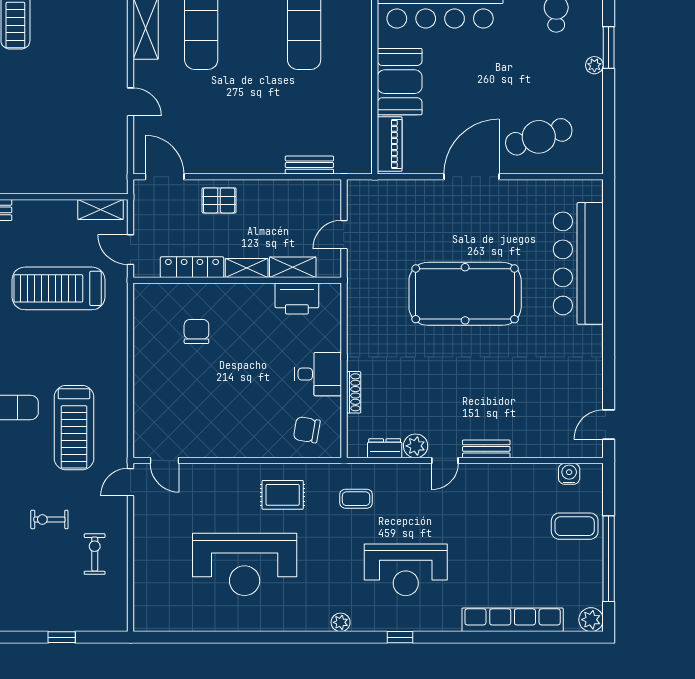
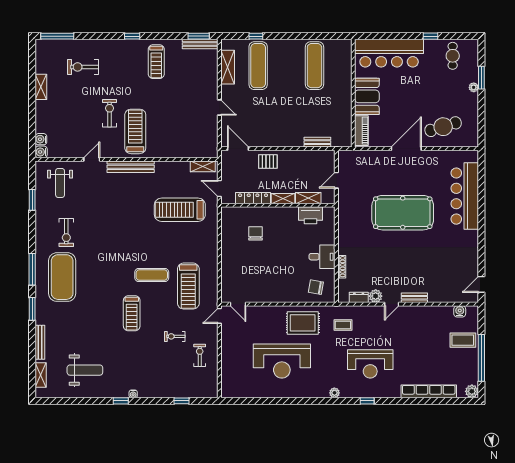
rug: (283, 495) -> (303, 323), width x1.36, depth x1.43

